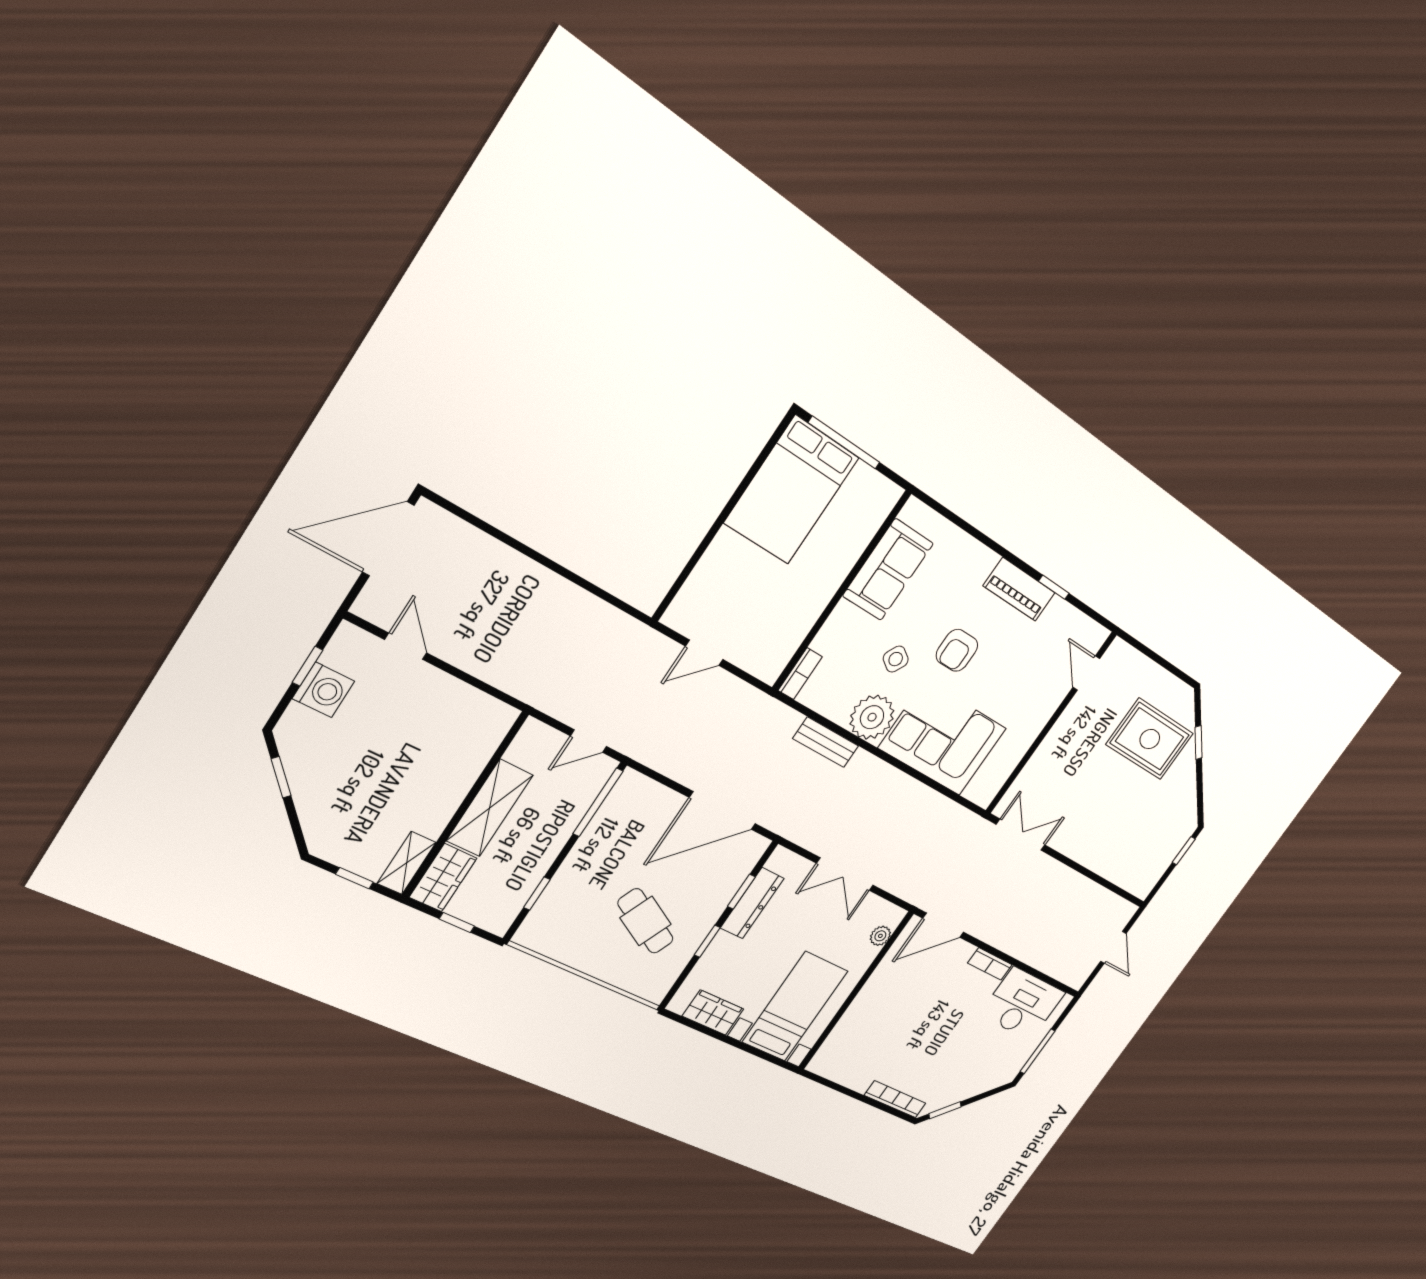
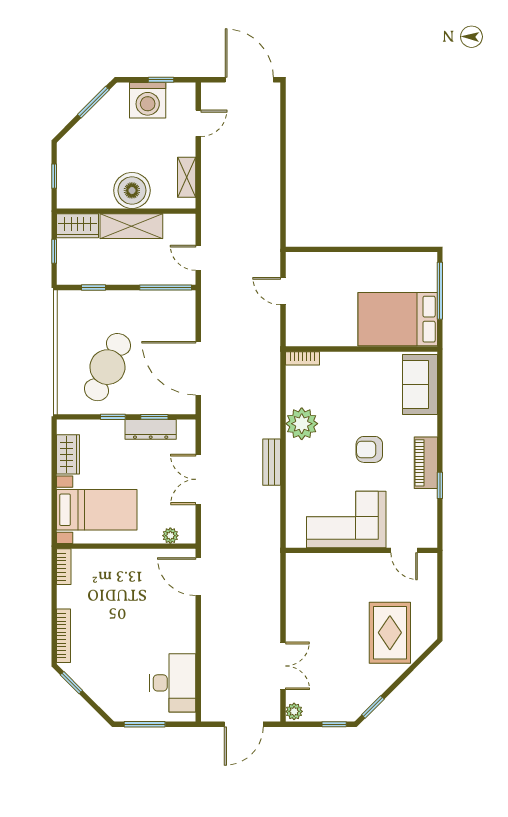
bed: (791, 490) -> (398, 319), moved
sofa: (888, 570) -> (420, 384), moved, turned 90
side table: (896, 659) -> (343, 413), removed
door: (1086, 673) -> (404, 550), swing flipped
washing machine: (323, 690) -> (148, 100), width x1.37, depth x1.37
corner sofa: (943, 738) -> (346, 520), moved, turned -90
bench: (826, 742) -> (272, 462), moved
window: (1199, 742) -> (373, 707), moved
window: (281, 777) -> (93, 102), width x1.50
boiler: (442, 784) -> (132, 190), added
double door: (1021, 835) -> (283, 666), moved
shelving: (407, 863) -> (187, 177), moved, turned 90
plant: (1142, 887) -> (294, 711), added
cafe table: (646, 921) -> (107, 367), width x1.37, depth x1.35
door: (1113, 947) -> (244, 724), width x1.38
bookcase: (990, 964) -> (64, 567), moved, turned 180

